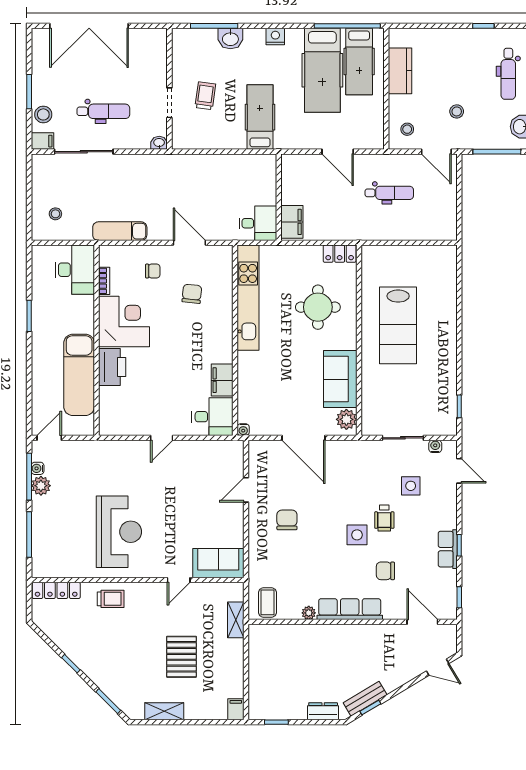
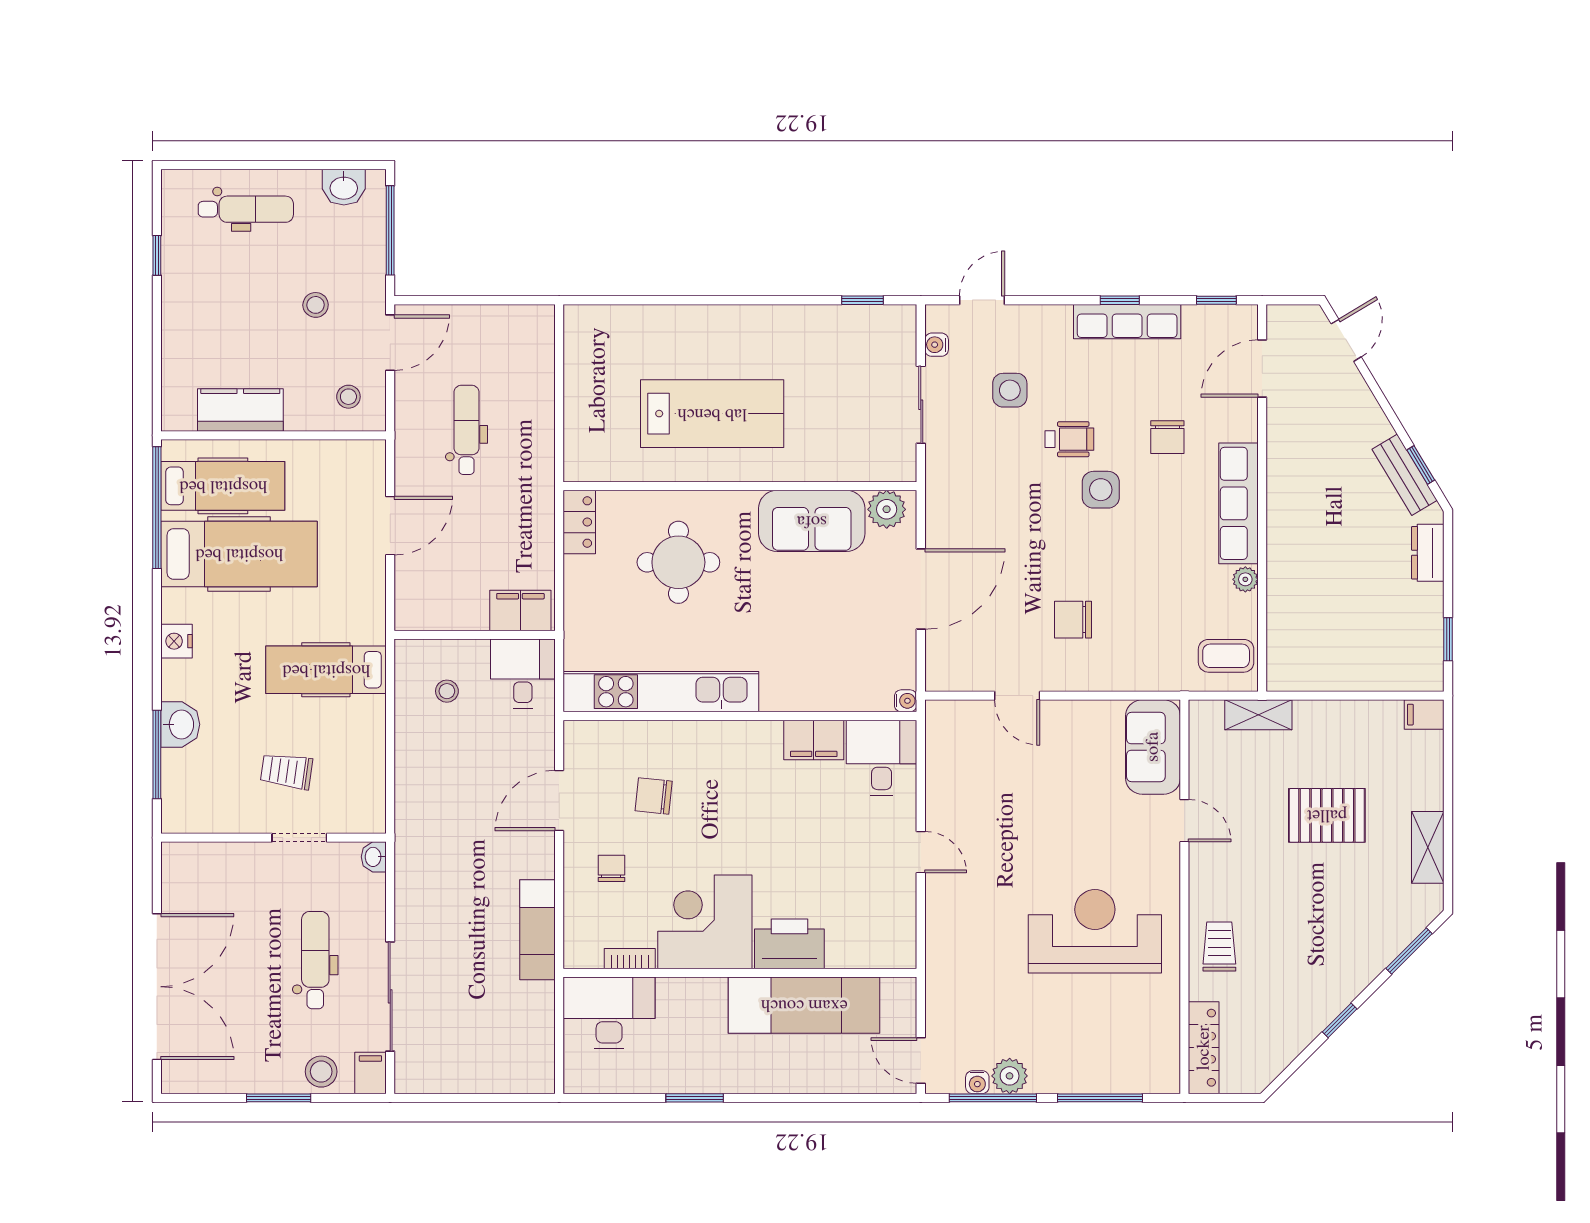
stool: (55, 214) -> (447, 691), moved
row of seats: (448, 549) -> (1127, 322), width x1.48

